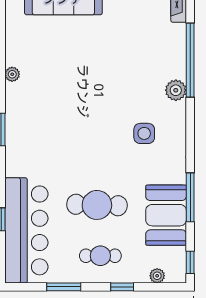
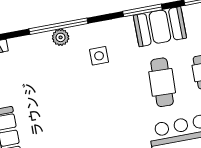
window: (190, 60) -> (58, 26), moved

